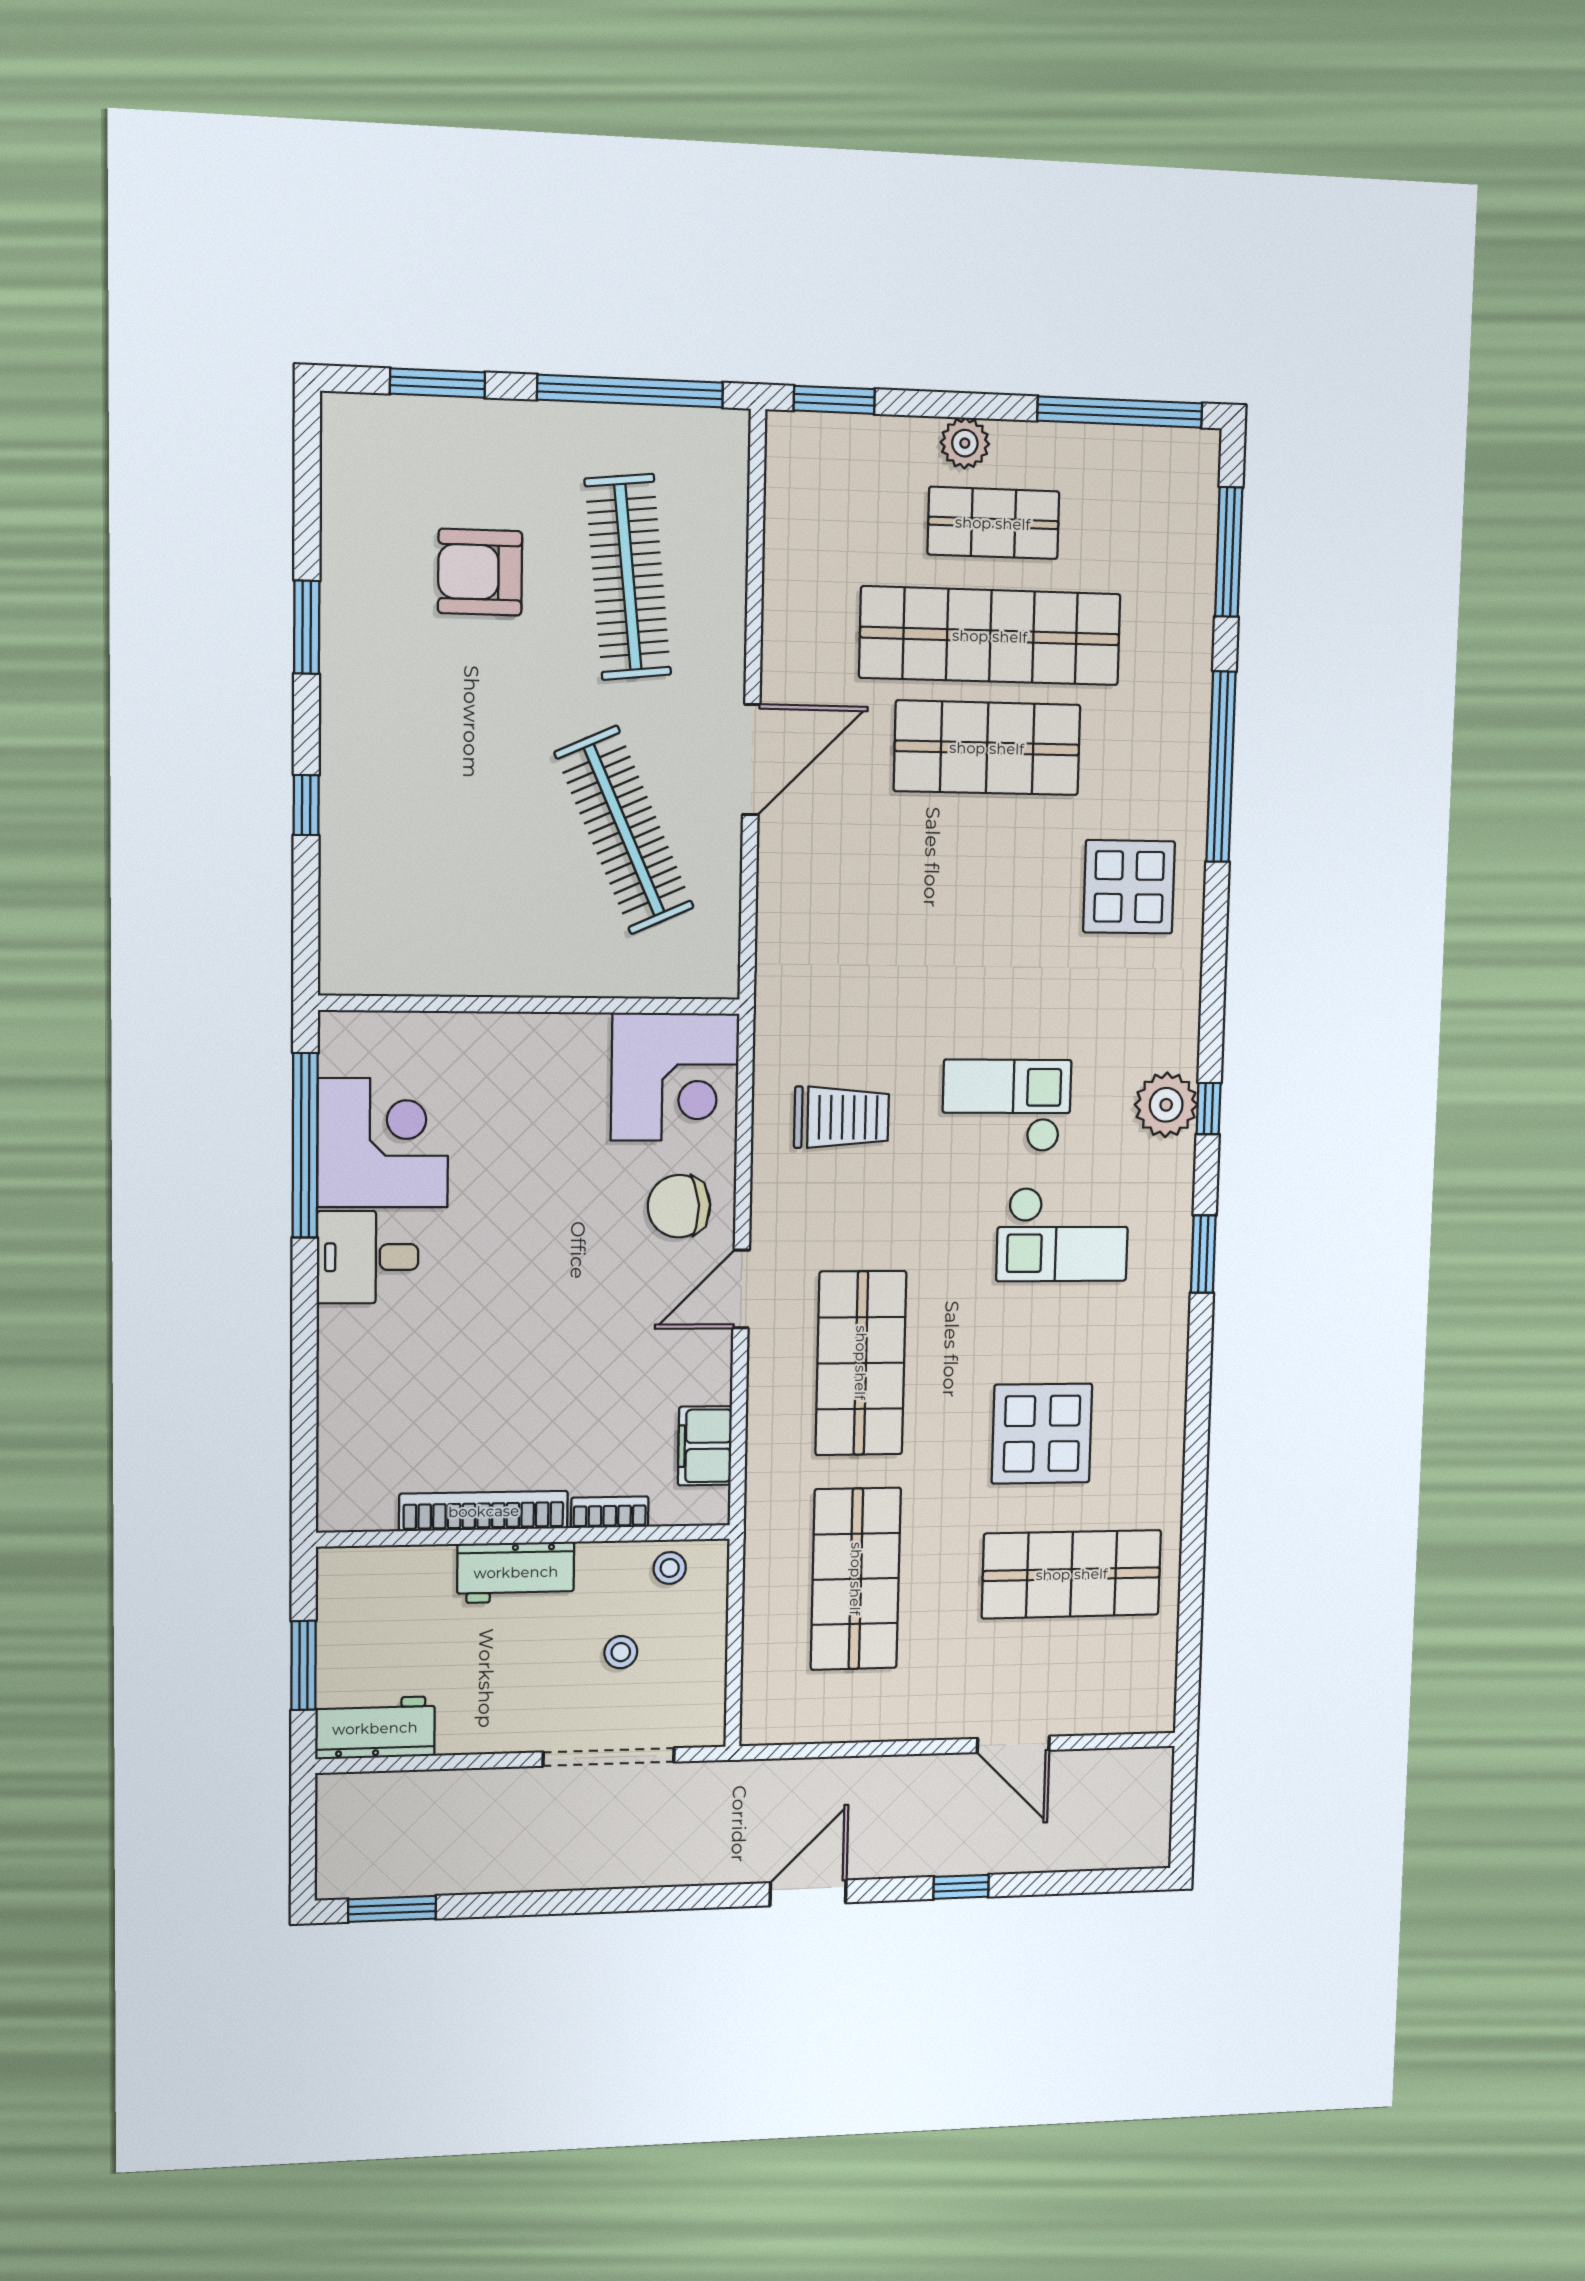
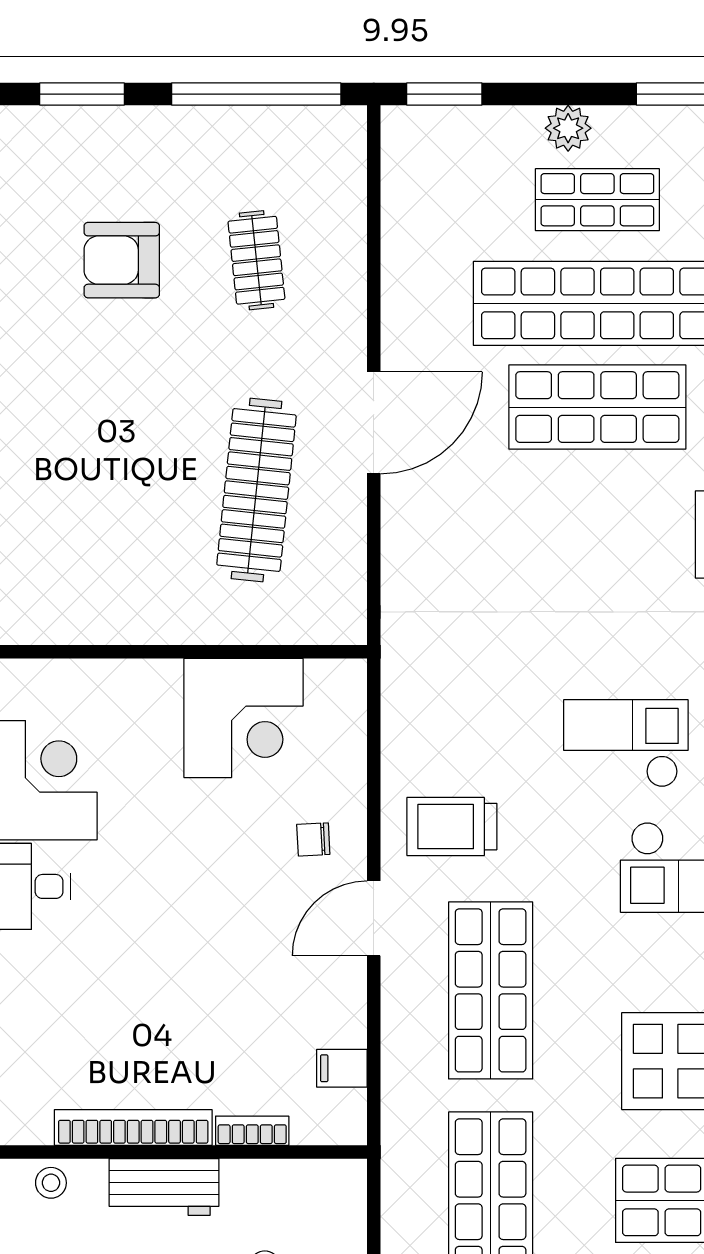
clothes rail: (628, 577) -> (256, 260), width x0.54, depth x0.76
clothes rail: (624, 830) -> (256, 490), turned 30
corner desk: (675, 1077) -> (244, 718), moved
trolley: (842, 1117) -> (452, 827), moved, turned 180
chair: (679, 1206) -> (313, 839), width x0.54, depth x0.54
filing cabinet: (705, 1446) -> (342, 1068), width x0.50
stool: (670, 1568) -> (51, 1183), moved

